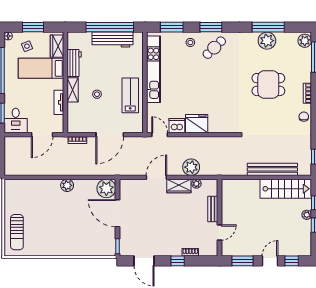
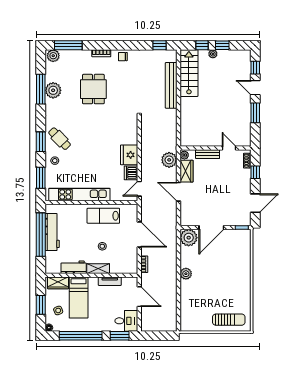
bench: (213, 209) -> (208, 154), moved
wall: (220, 218) -> (215, 148), moved
door: (220, 233) -> (229, 148), moved

